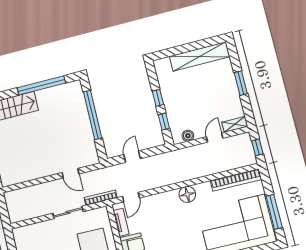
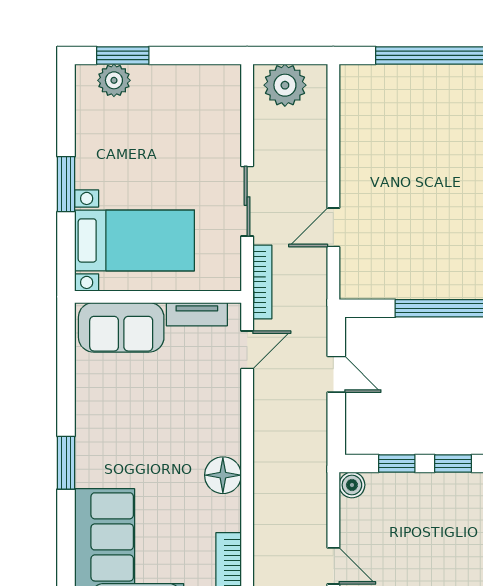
boiler: (188, 136) -> (352, 485), moved
door: (131, 197) -> (247, 350), swing flipped
plant: (16, 208) -> (285, 85), added

